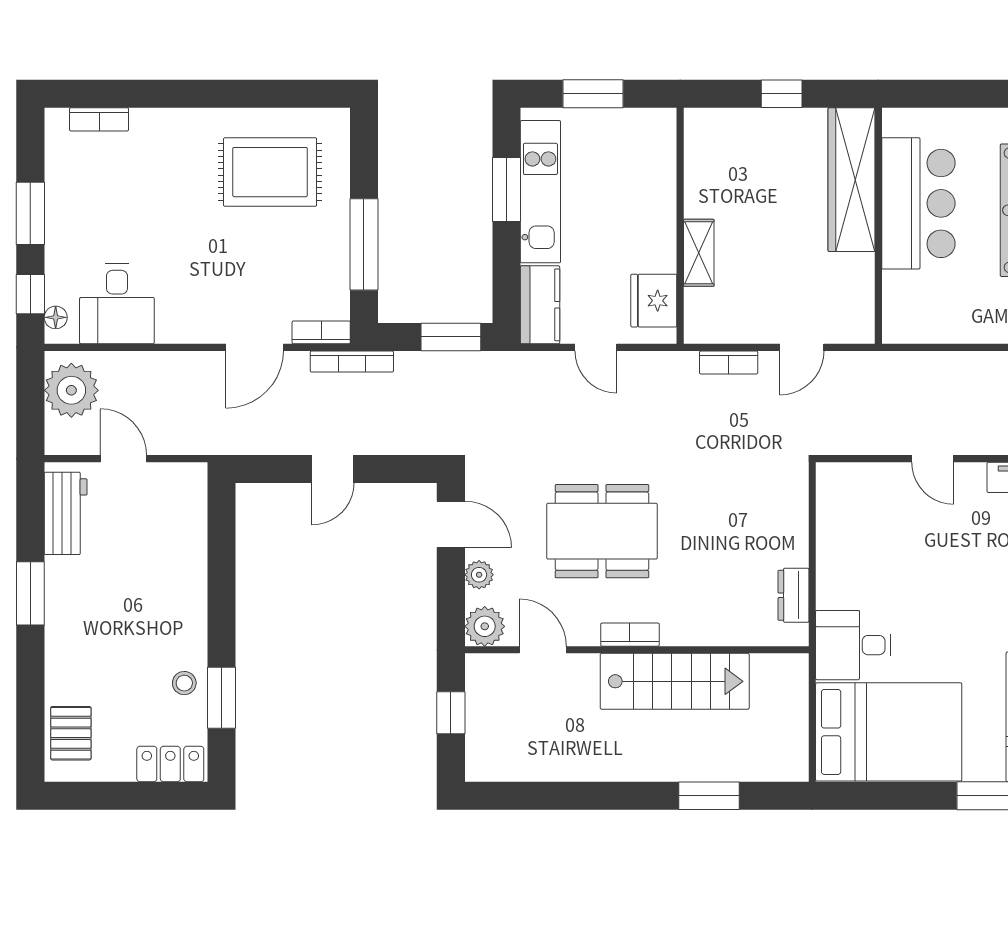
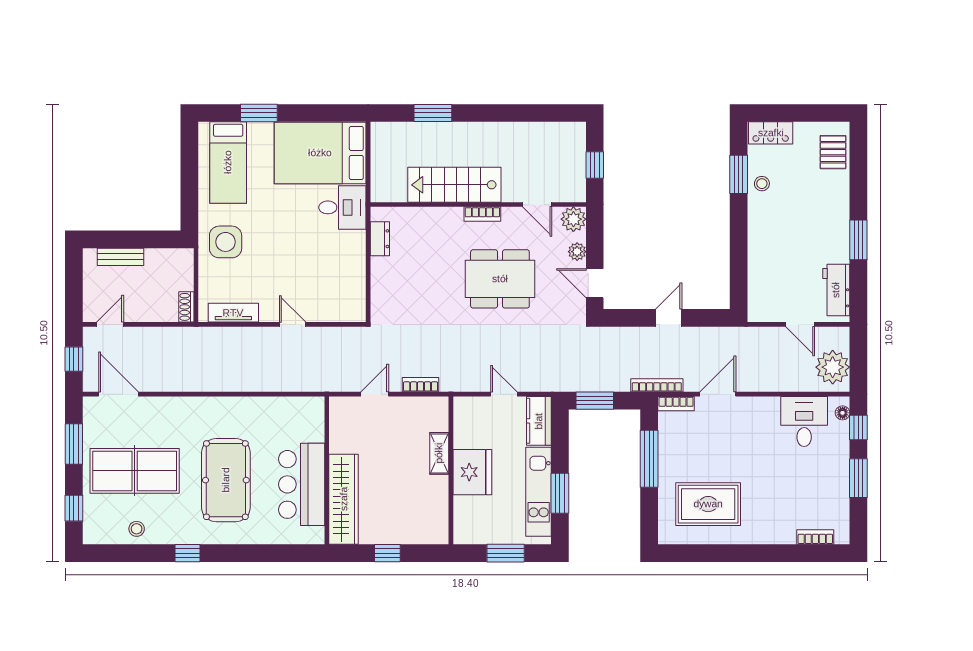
fridge: (654, 301) -> (472, 472), moved, width x1.36, depth x1.34

